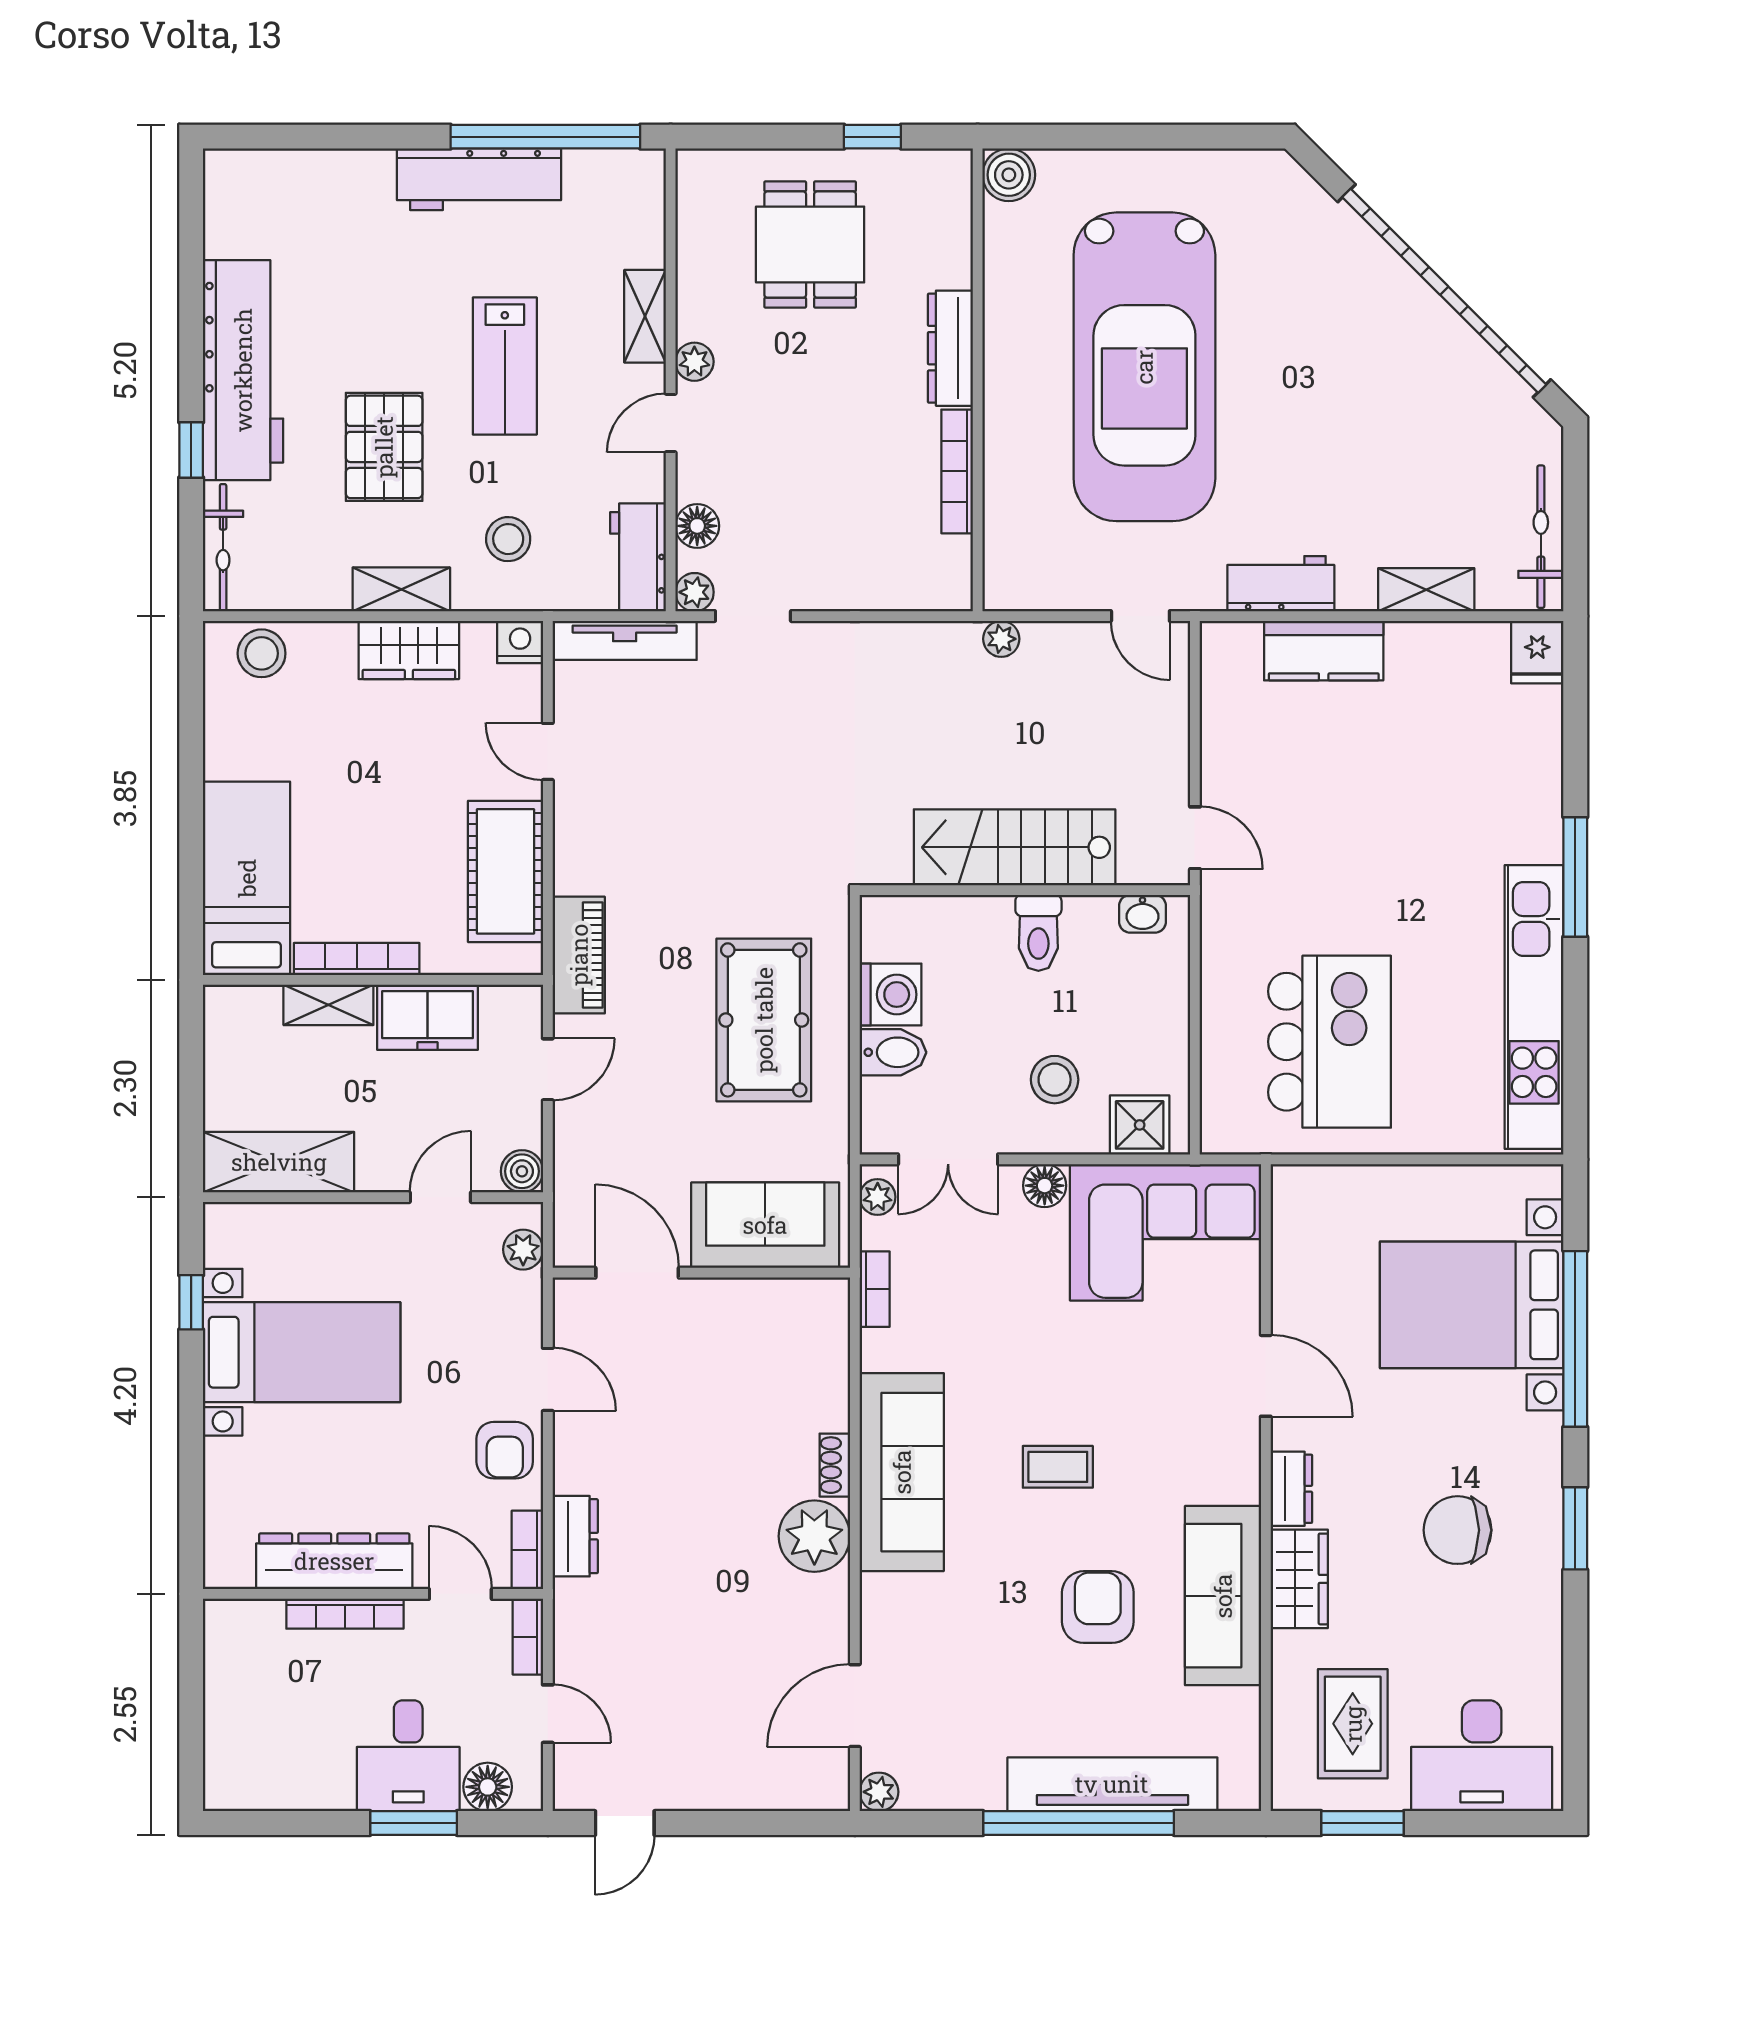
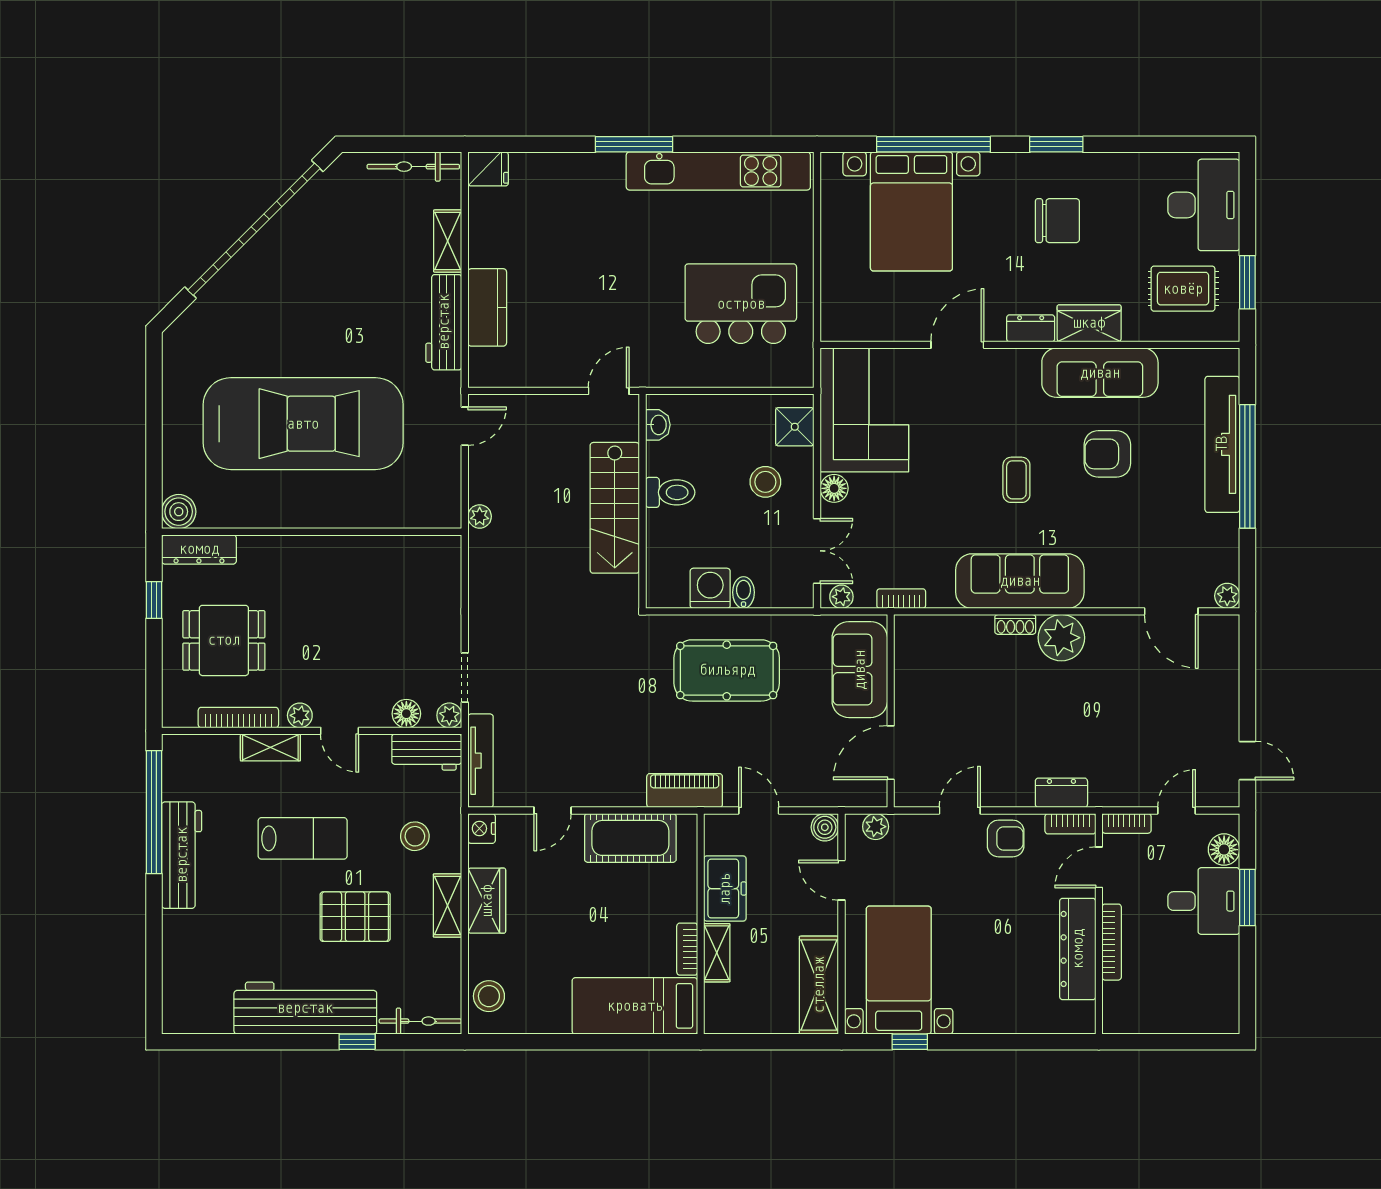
dresser: (950, 348) -> (199, 549), moved
bookcase: (957, 471) -> (238, 718), moved, turned 180
workbench: (1281, 584) -> (444, 322), width x1.38
bookcase: (357, 959) -> (687, 949), width x0.64
bidet: (893, 1052) -> (743, 592), width x0.72, depth x0.74
bed with nightstands: (302, 1352) -> (899, 970), moved
chair: (1458, 1530) -> (1057, 221), turned -90

